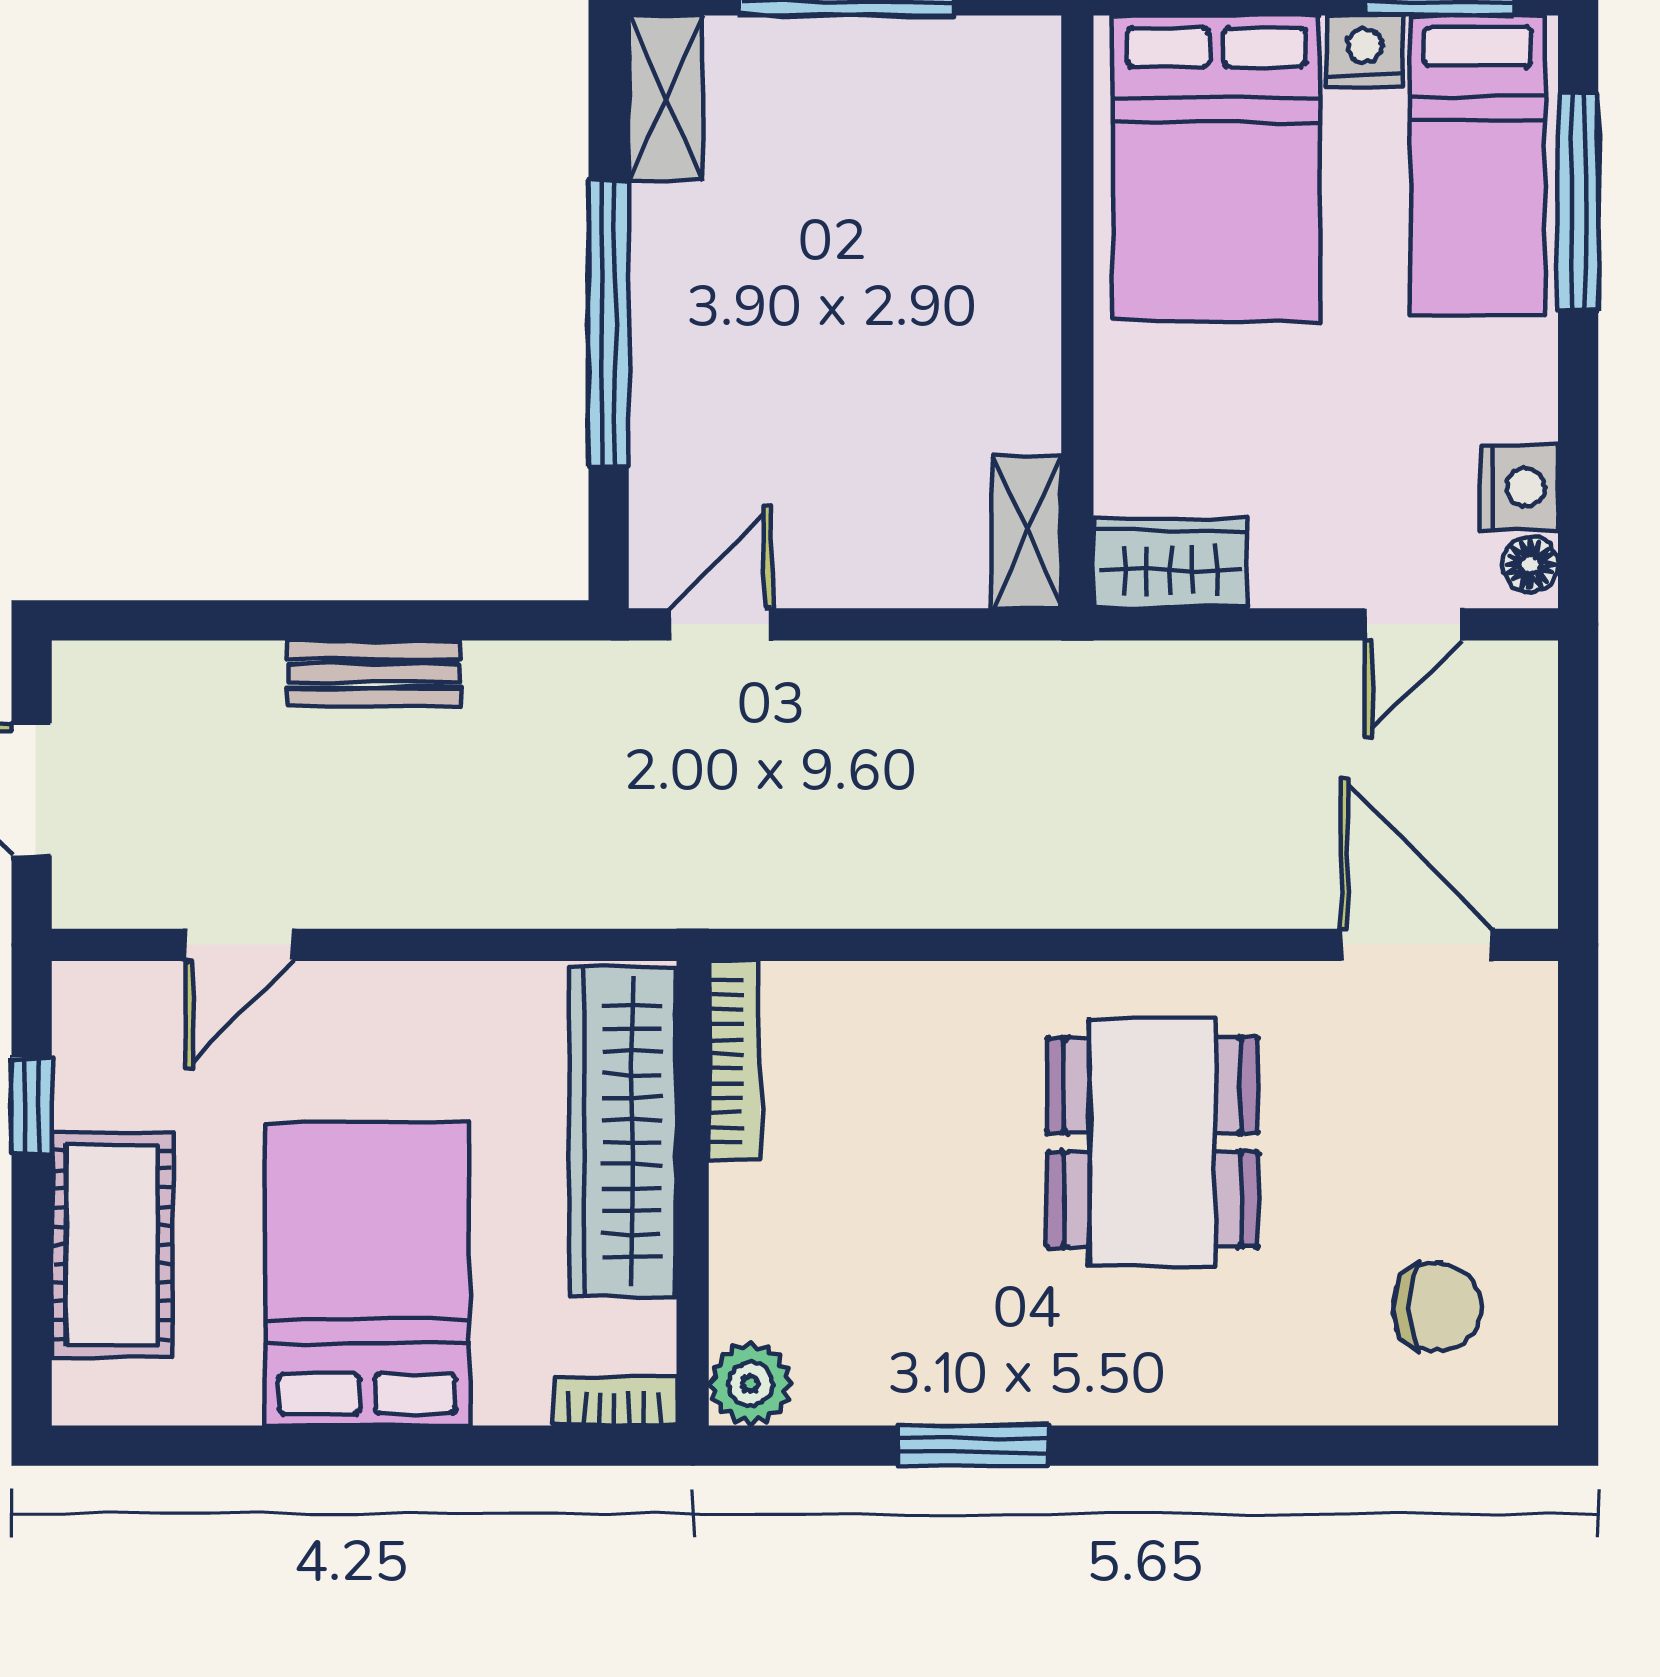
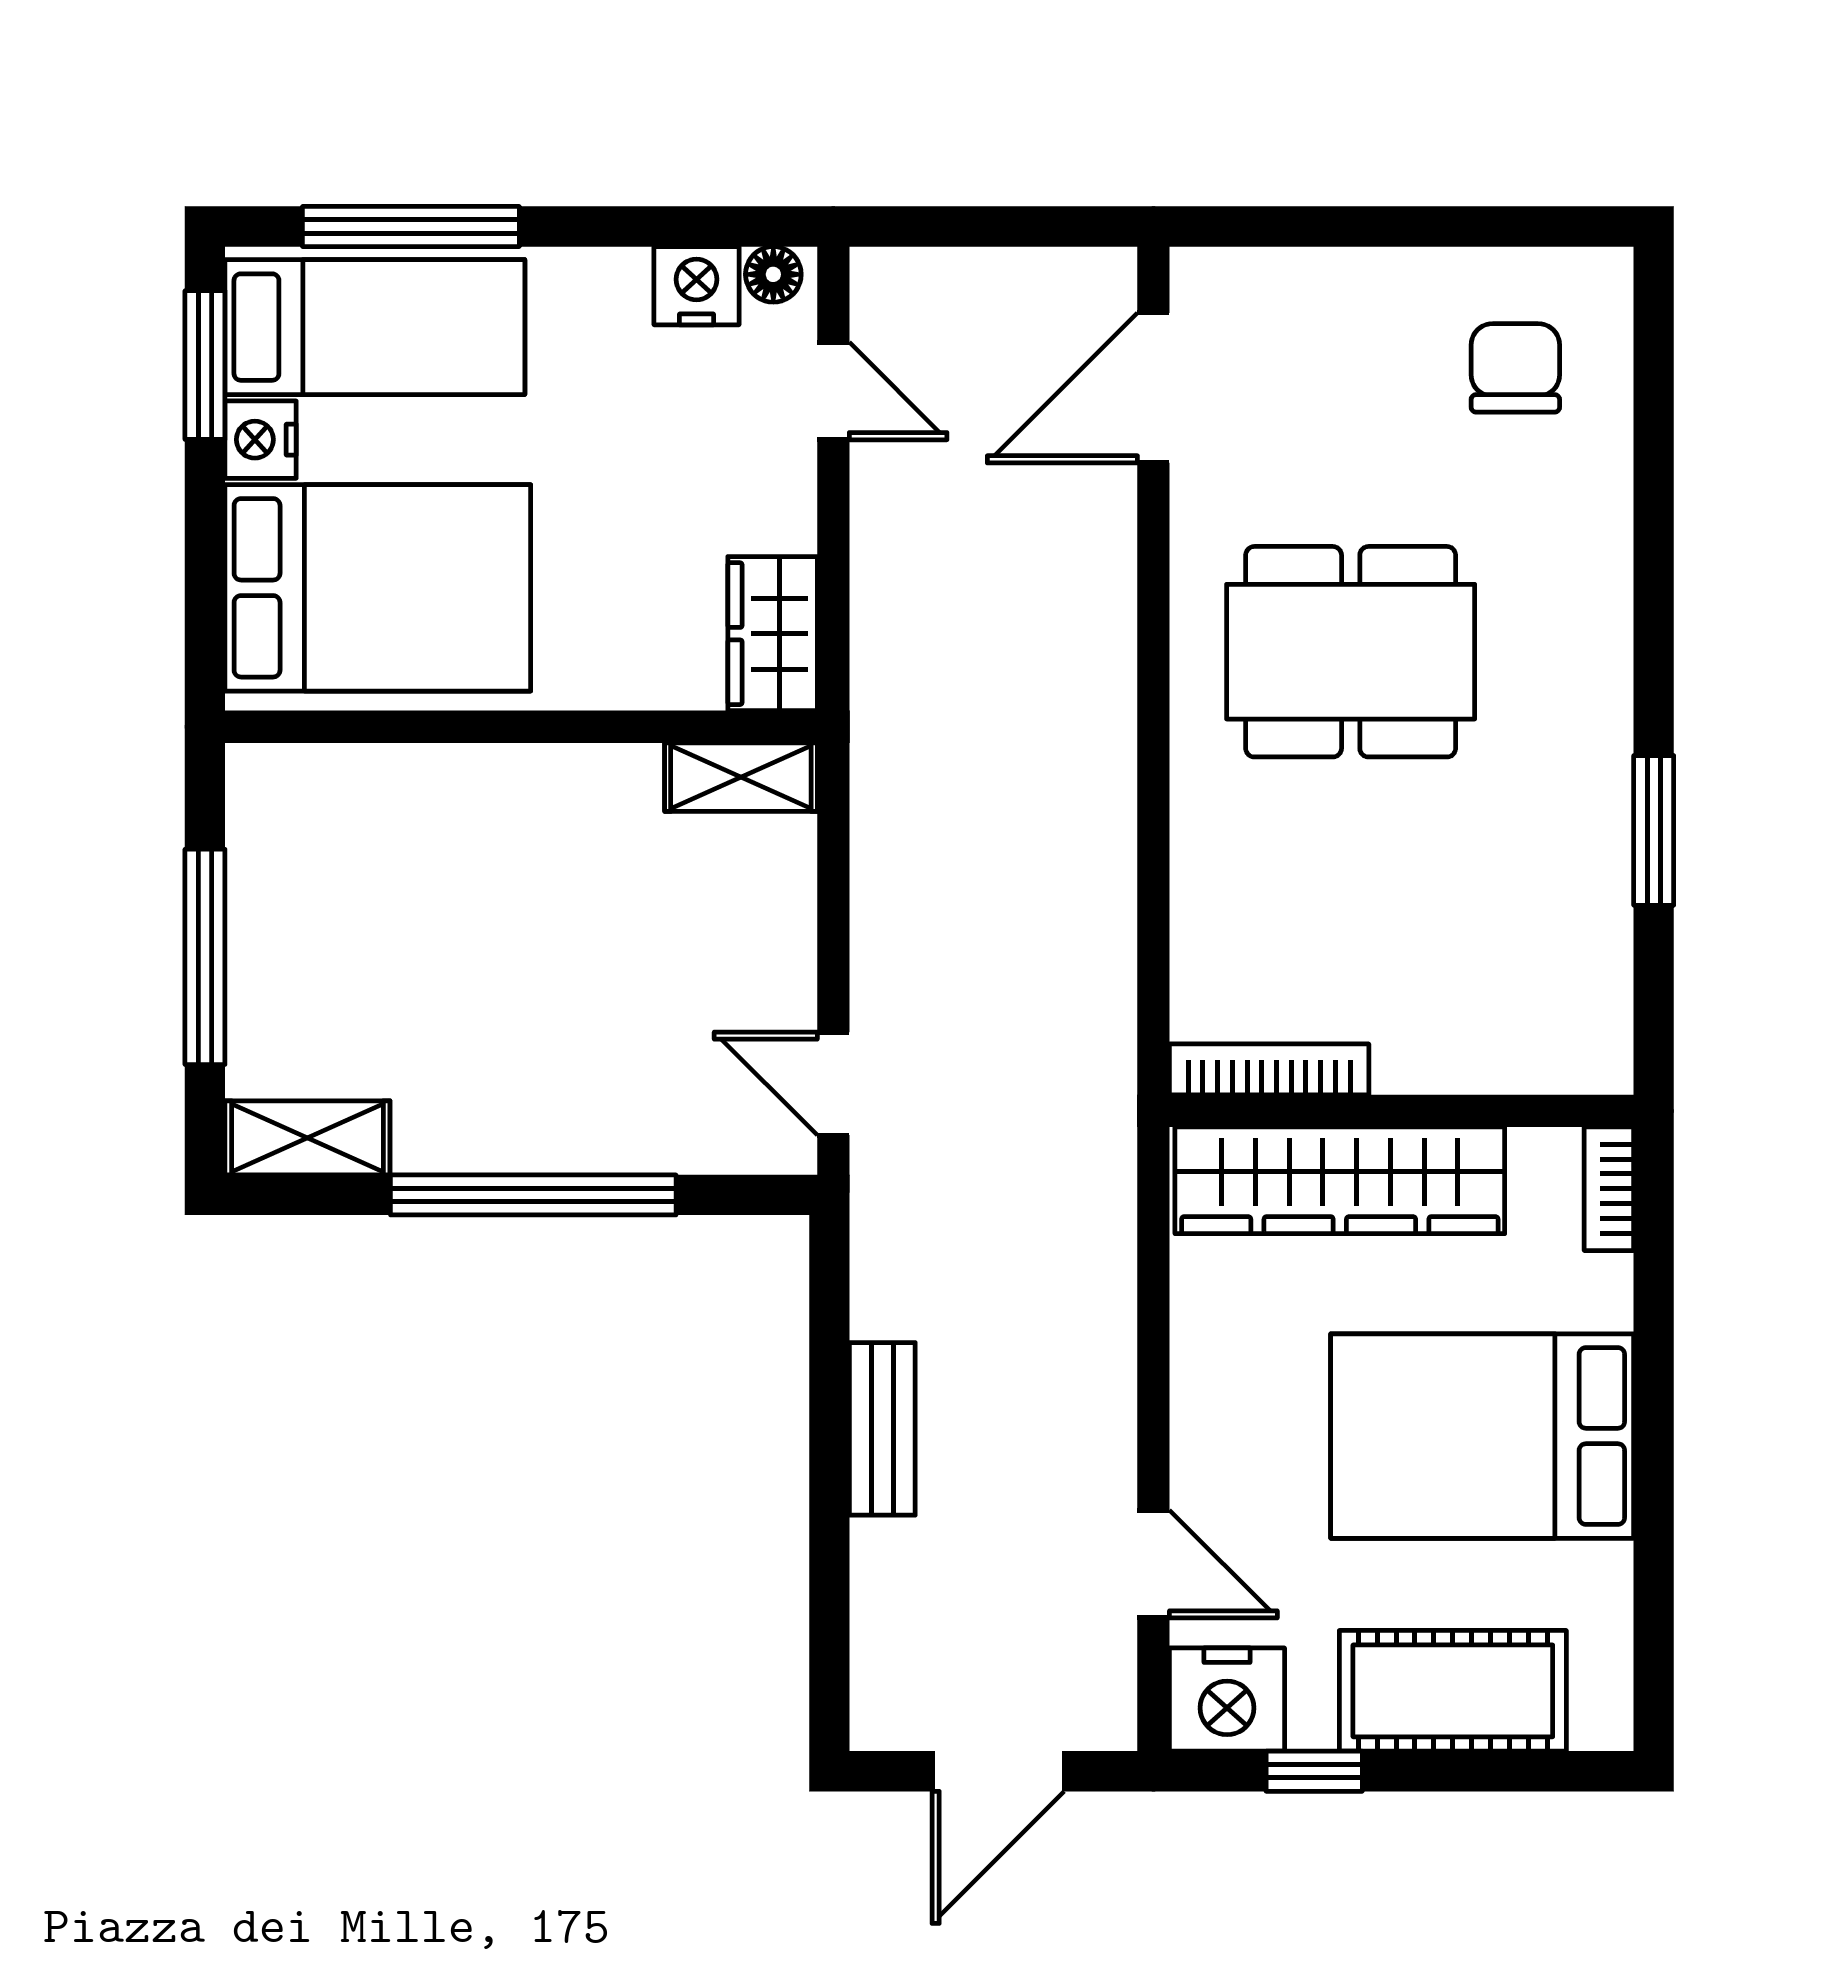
nightstand: (103, 1019) -> (1227, 1700), added
plant: (751, 1384) -> (1592, 1053), removed

